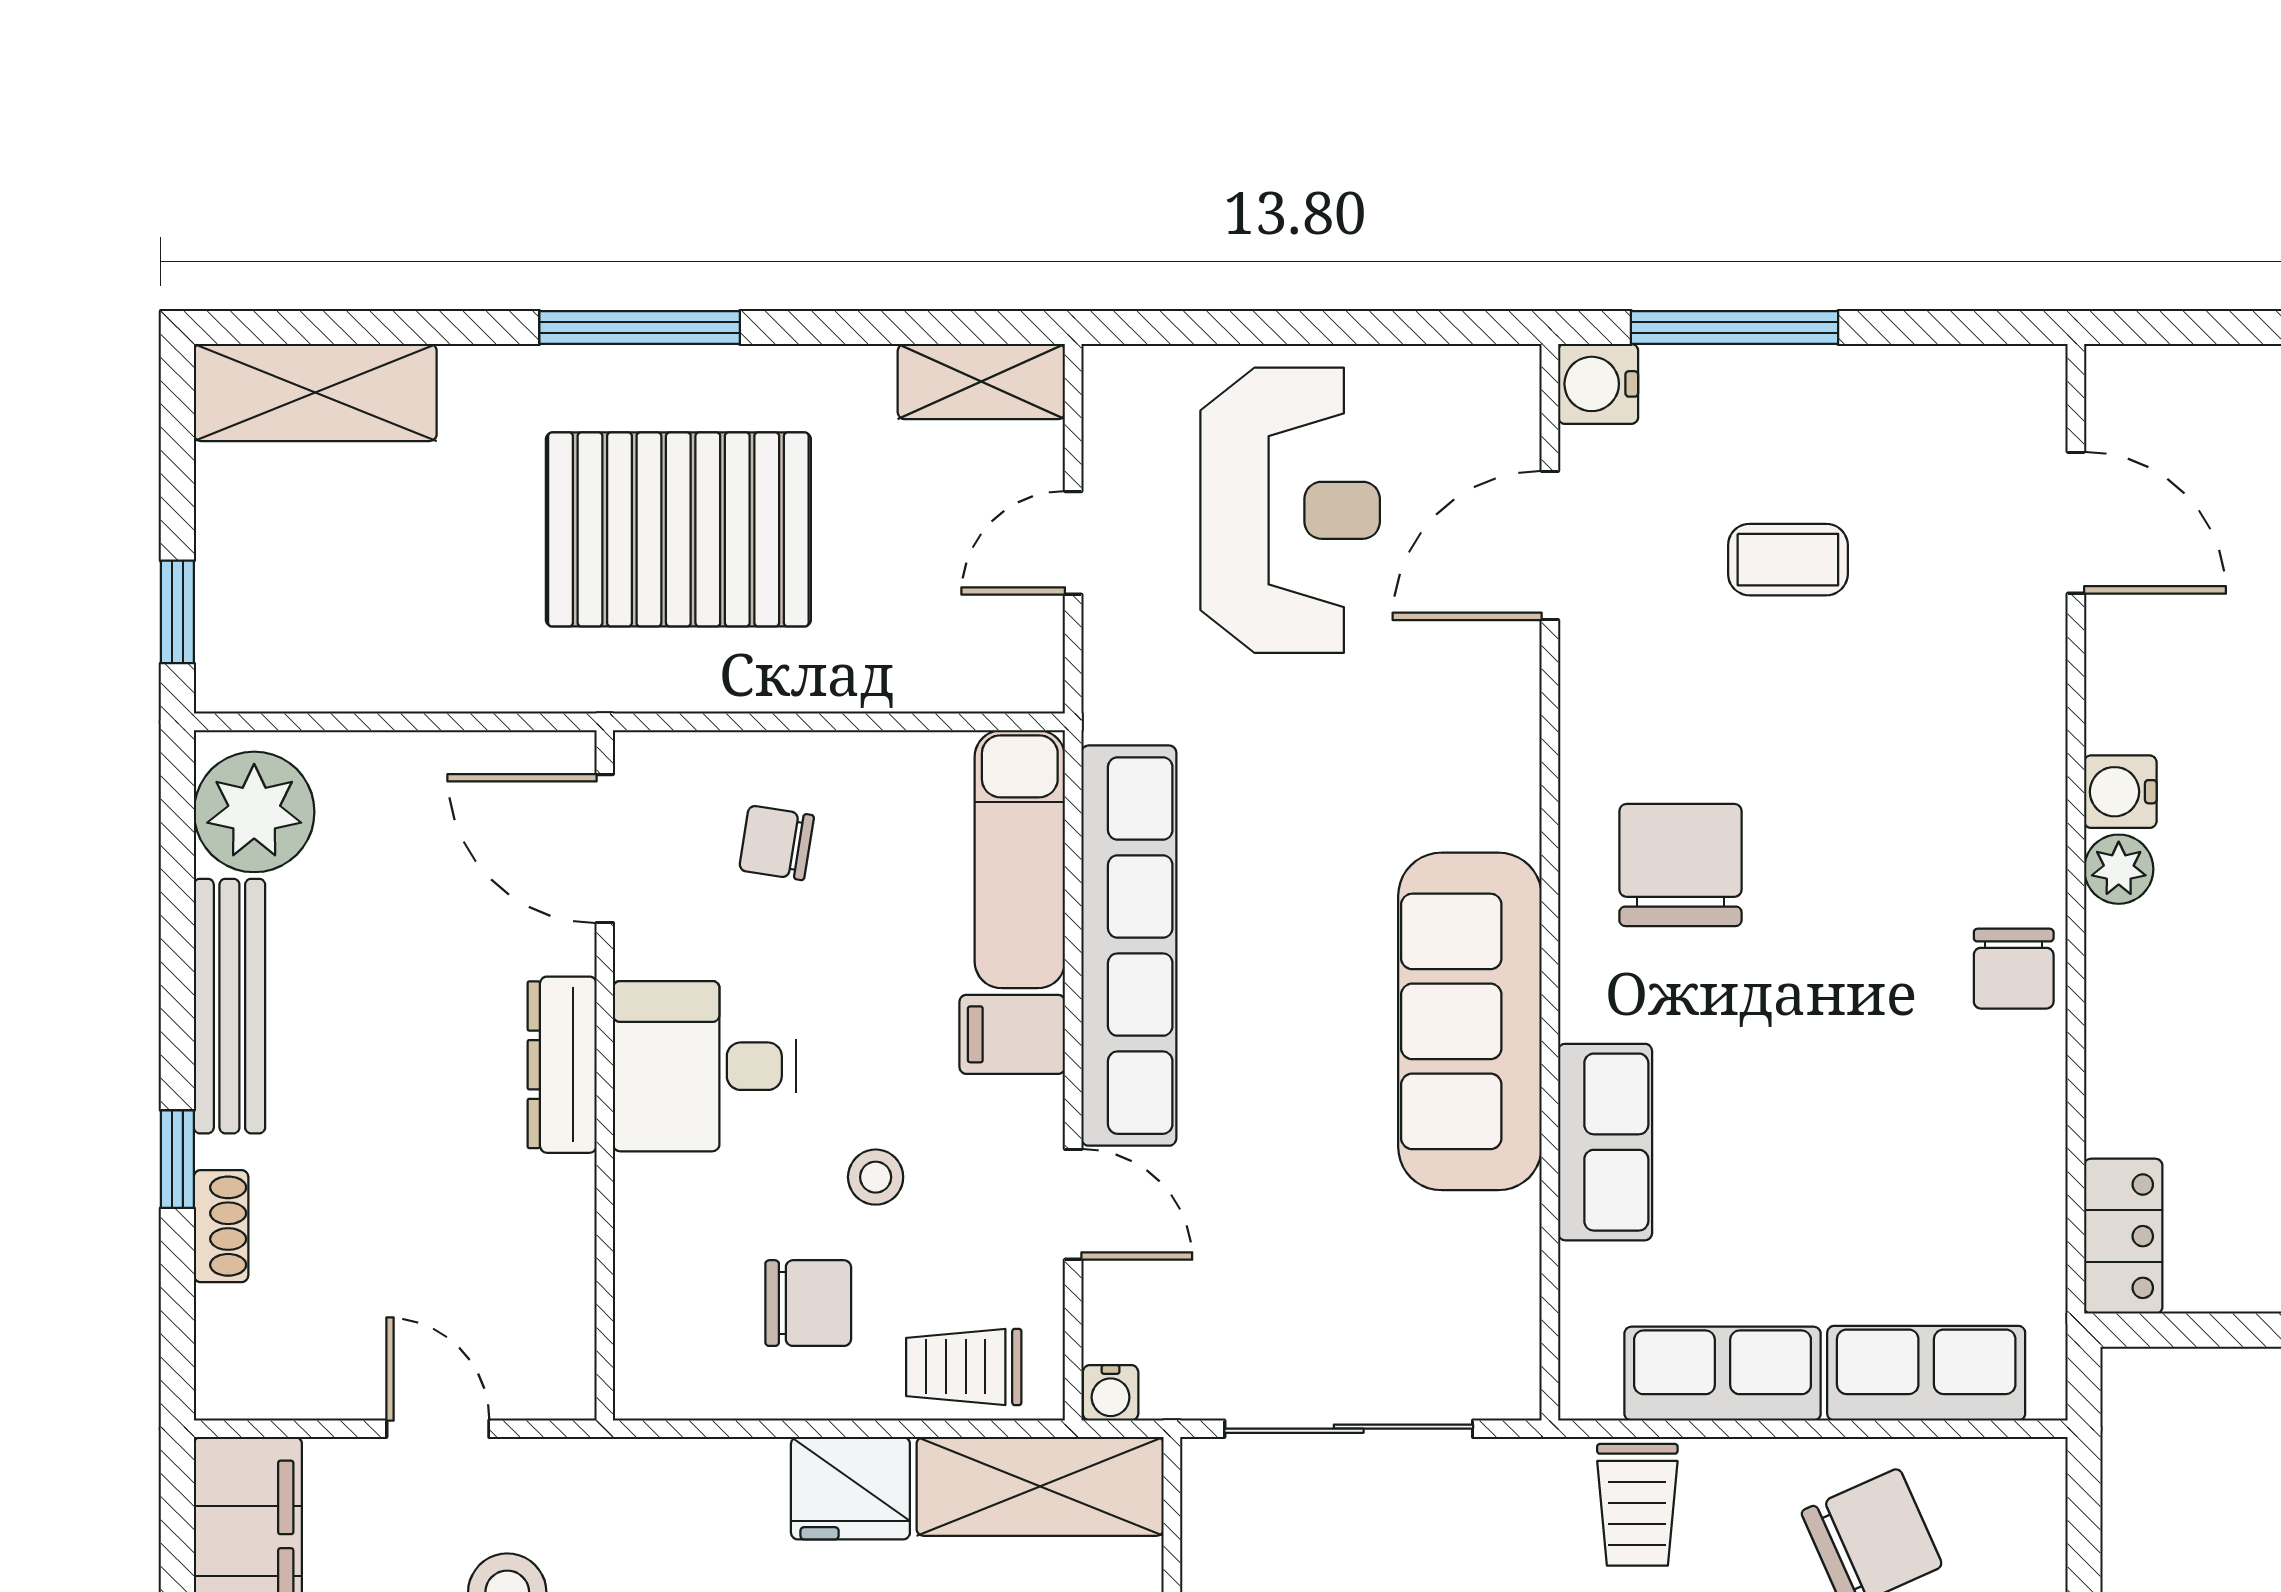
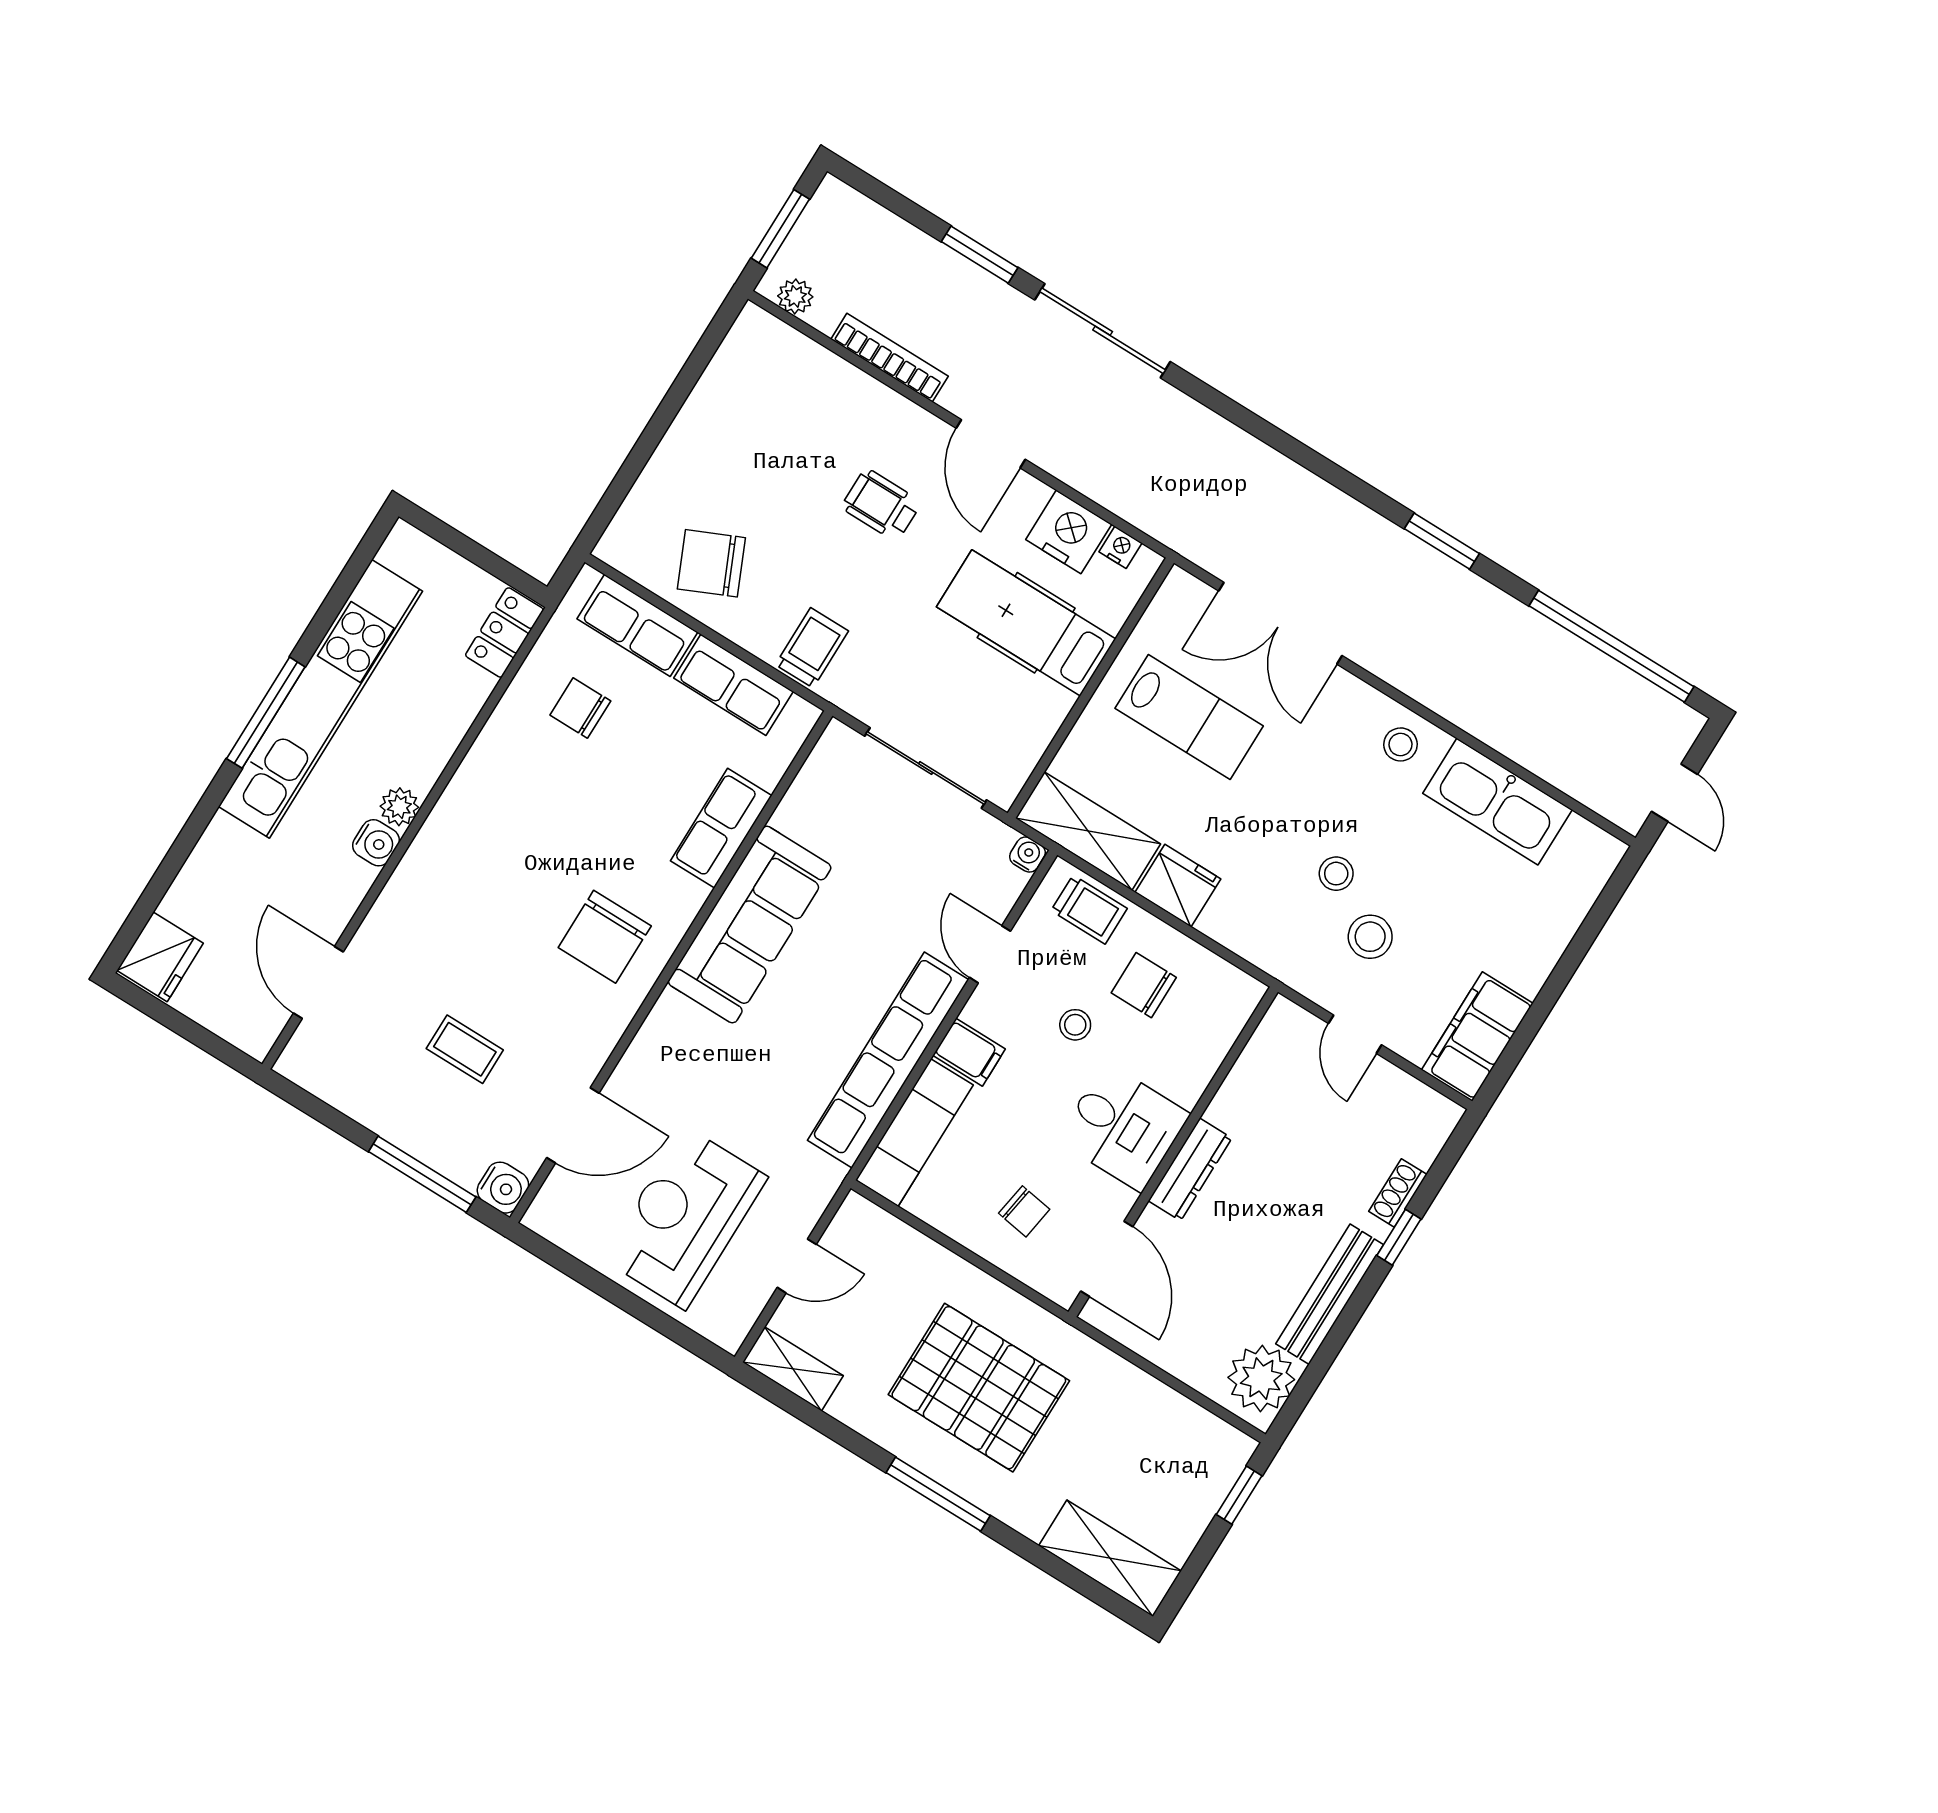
chair: (2014, 969) -> (580, 708), moved, turned -90

